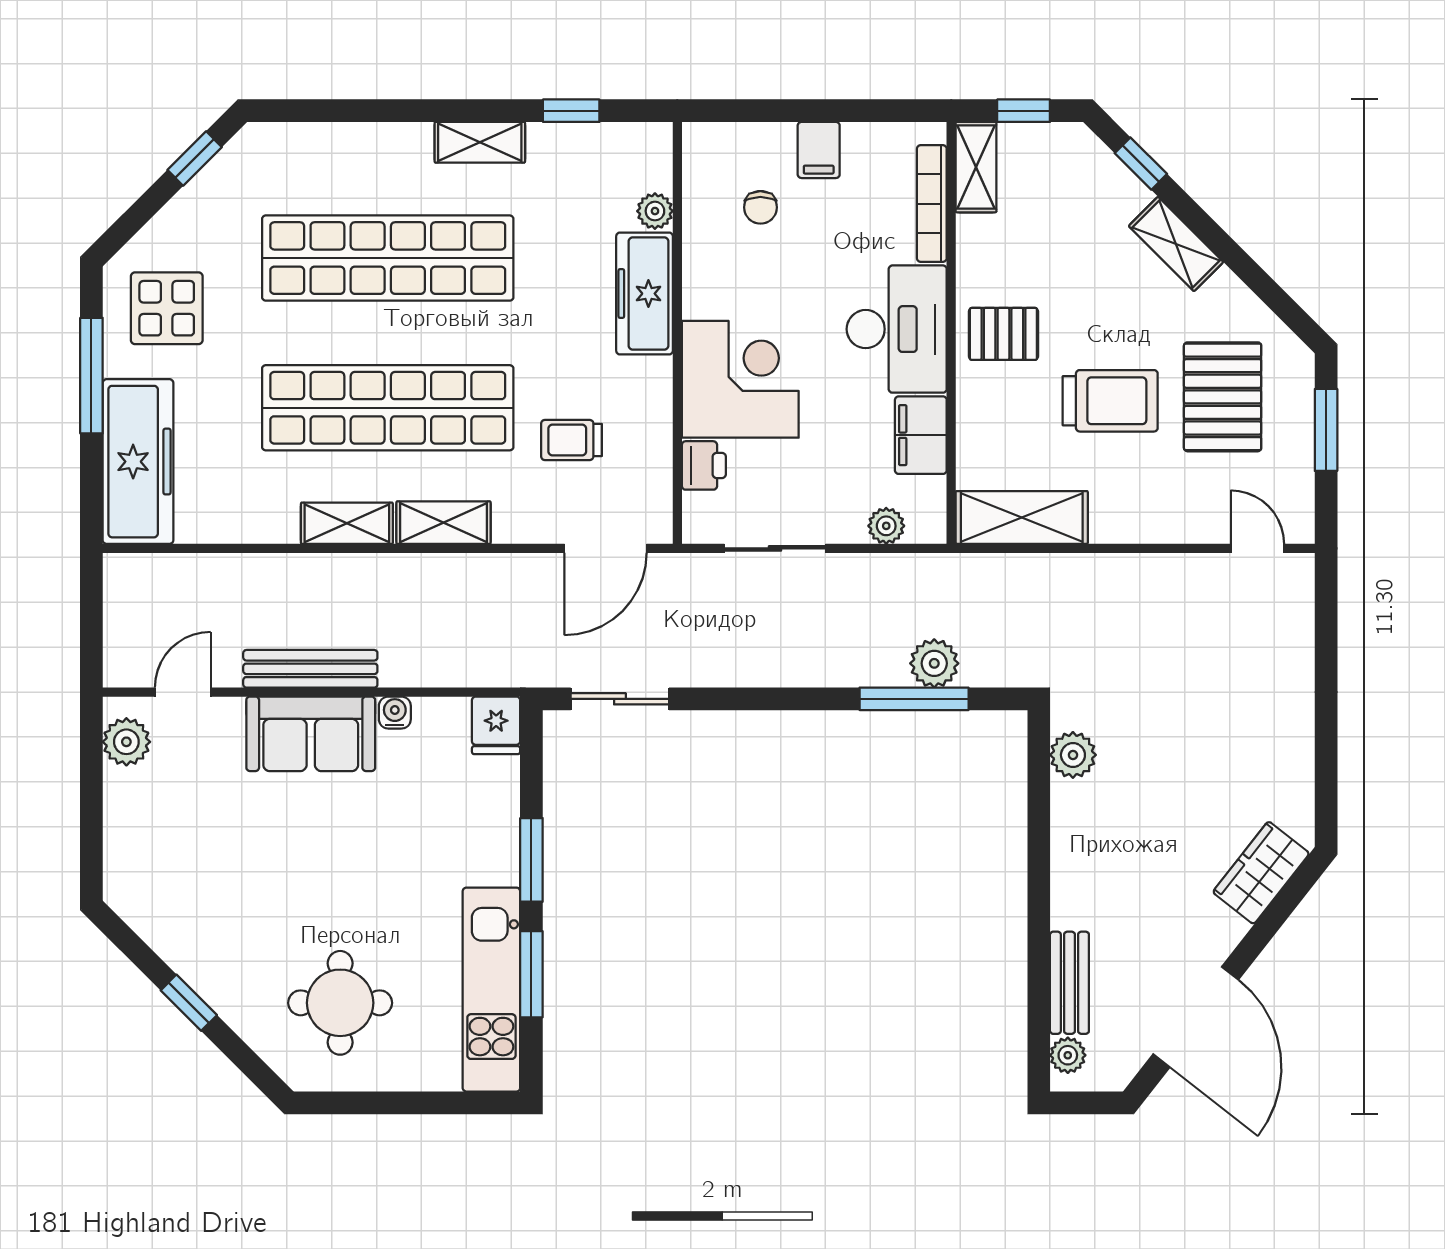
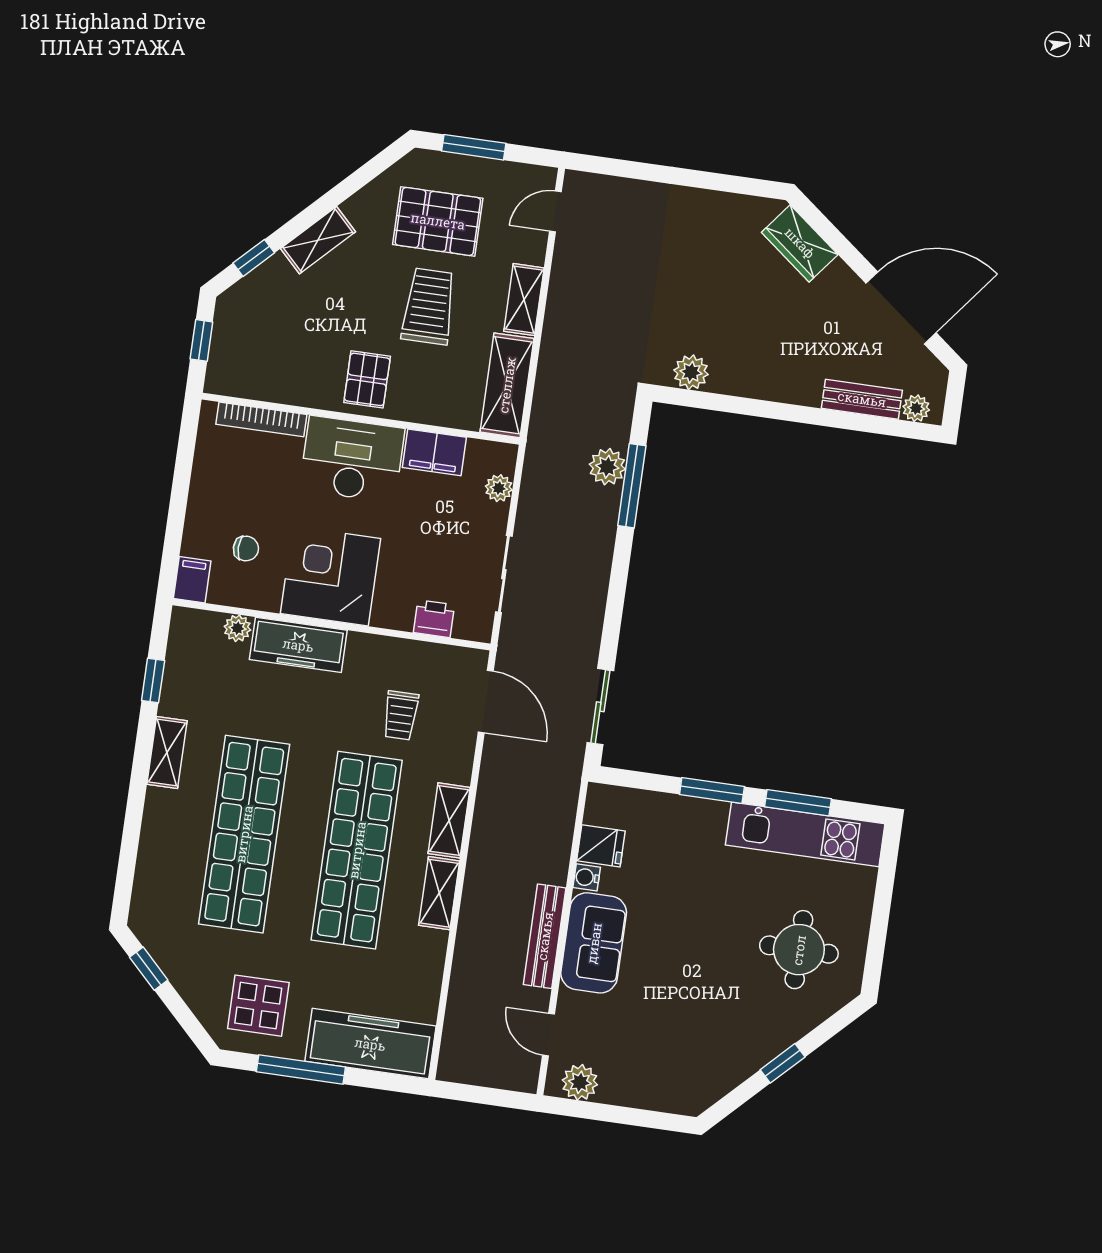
filing cabinet: (819, 150) -> (192, 580), moved, turned -90
shelving: (976, 167) -> (524, 300), moved, turned 90
corner desk: (740, 379) -> (330, 576), moved
fridge: (496, 725) -> (601, 846), moved

